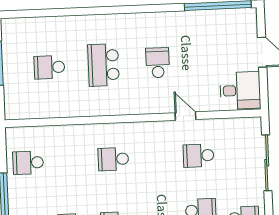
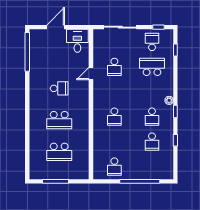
school desk: (158, 63) -> (59, 88), turned 180
school desk: (49, 67) -> (59, 152), width x1.85

